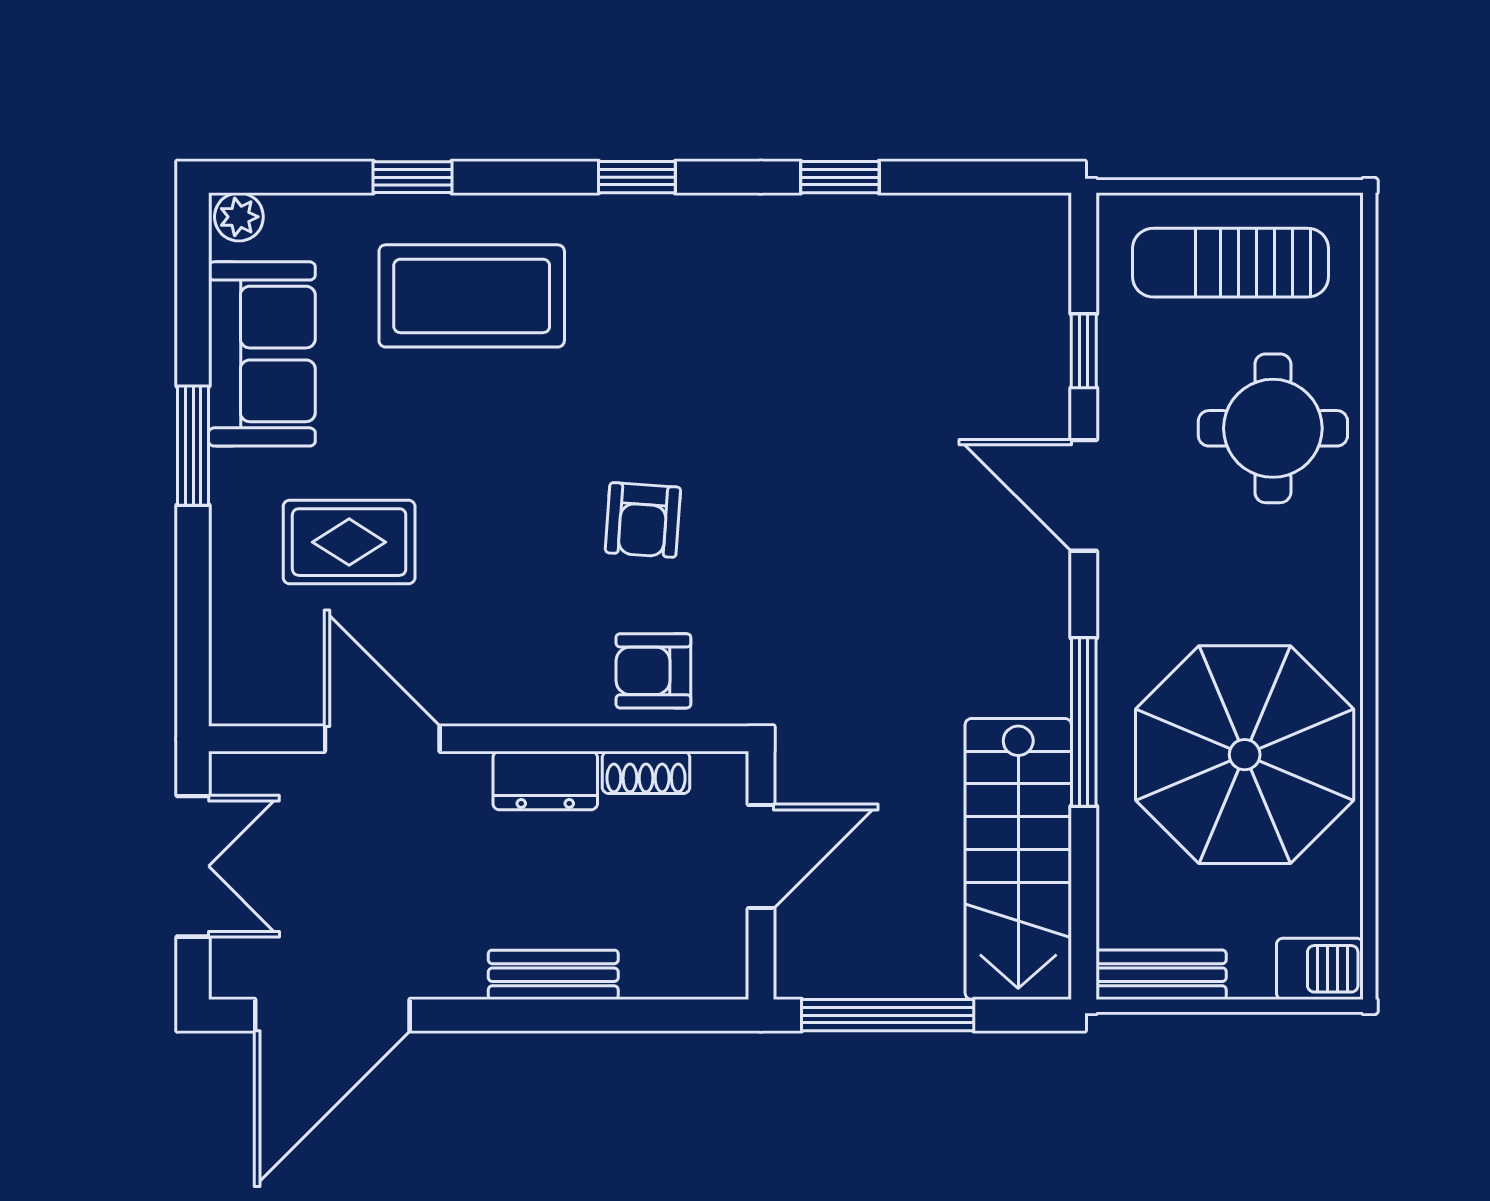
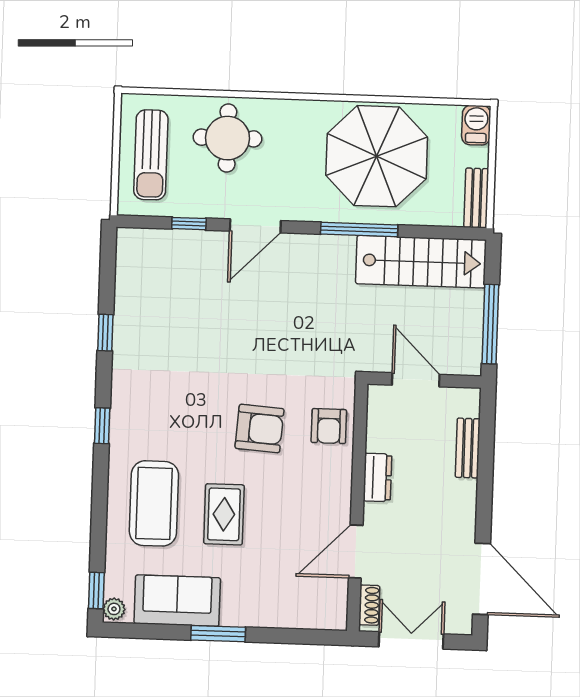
window: (413, 177) -> (96, 591), moved
armchair: (643, 520) -> (259, 428), width x1.38, depth x1.38
rug: (349, 542) -> (224, 514), moved
shoe rack: (646, 772) -> (369, 605), moved
bench: (553, 975) -> (468, 448), moved

